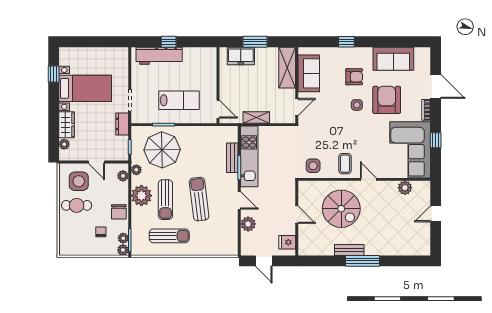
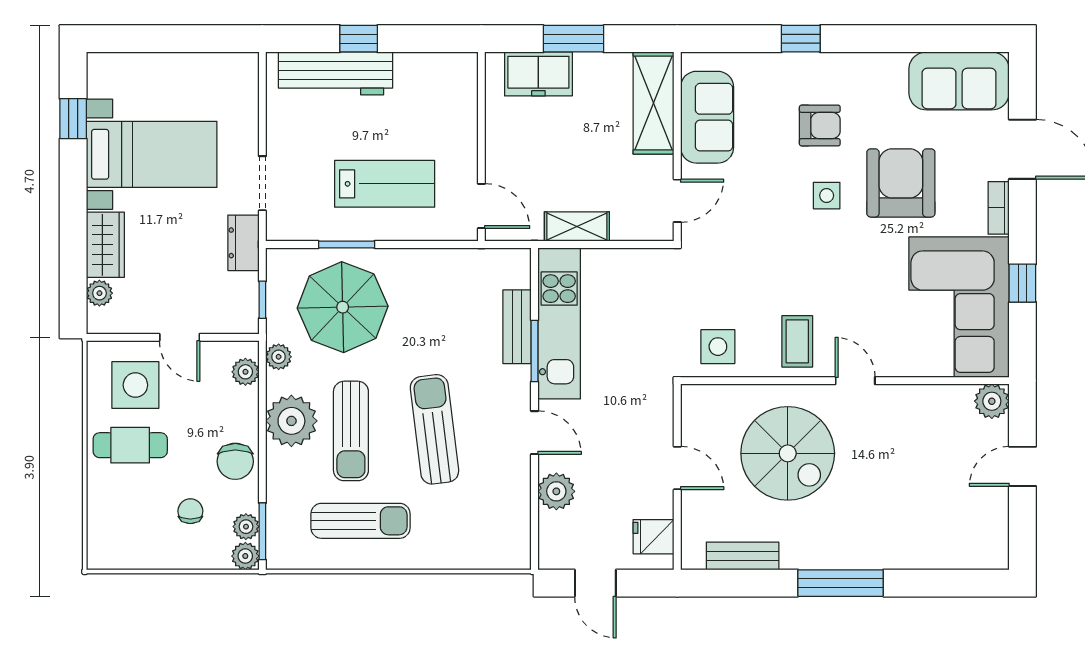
sofa: (393, 59) -> (959, 81), moved
plant: (405, 188) -> (992, 401), moved
bench: (349, 250) -> (743, 556), moved

